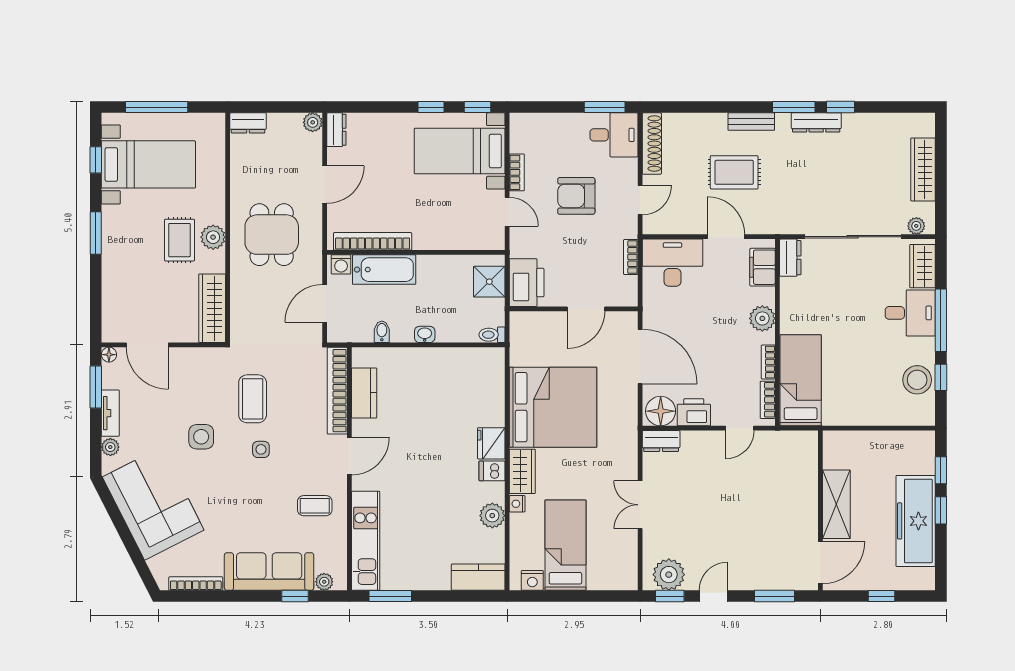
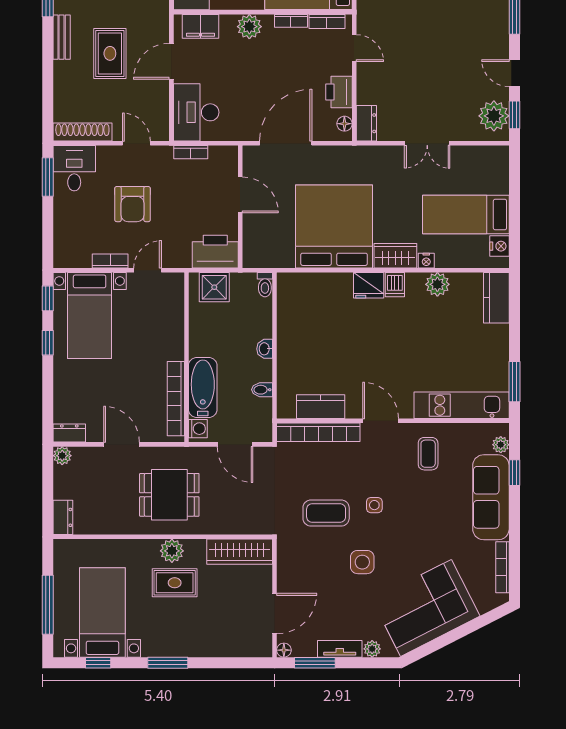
floor lamp: (661, 411) -> (344, 124), width x0.53, depth x0.53

